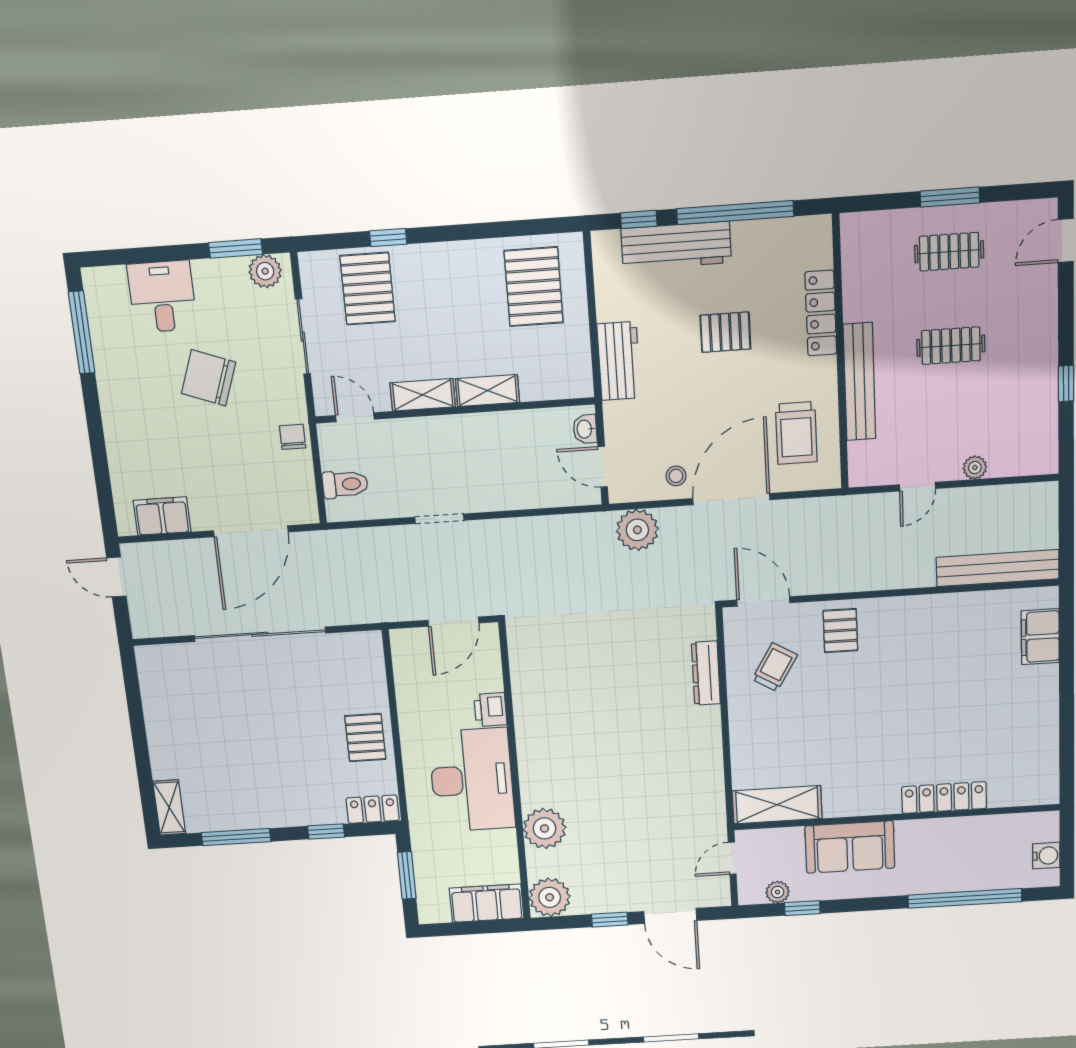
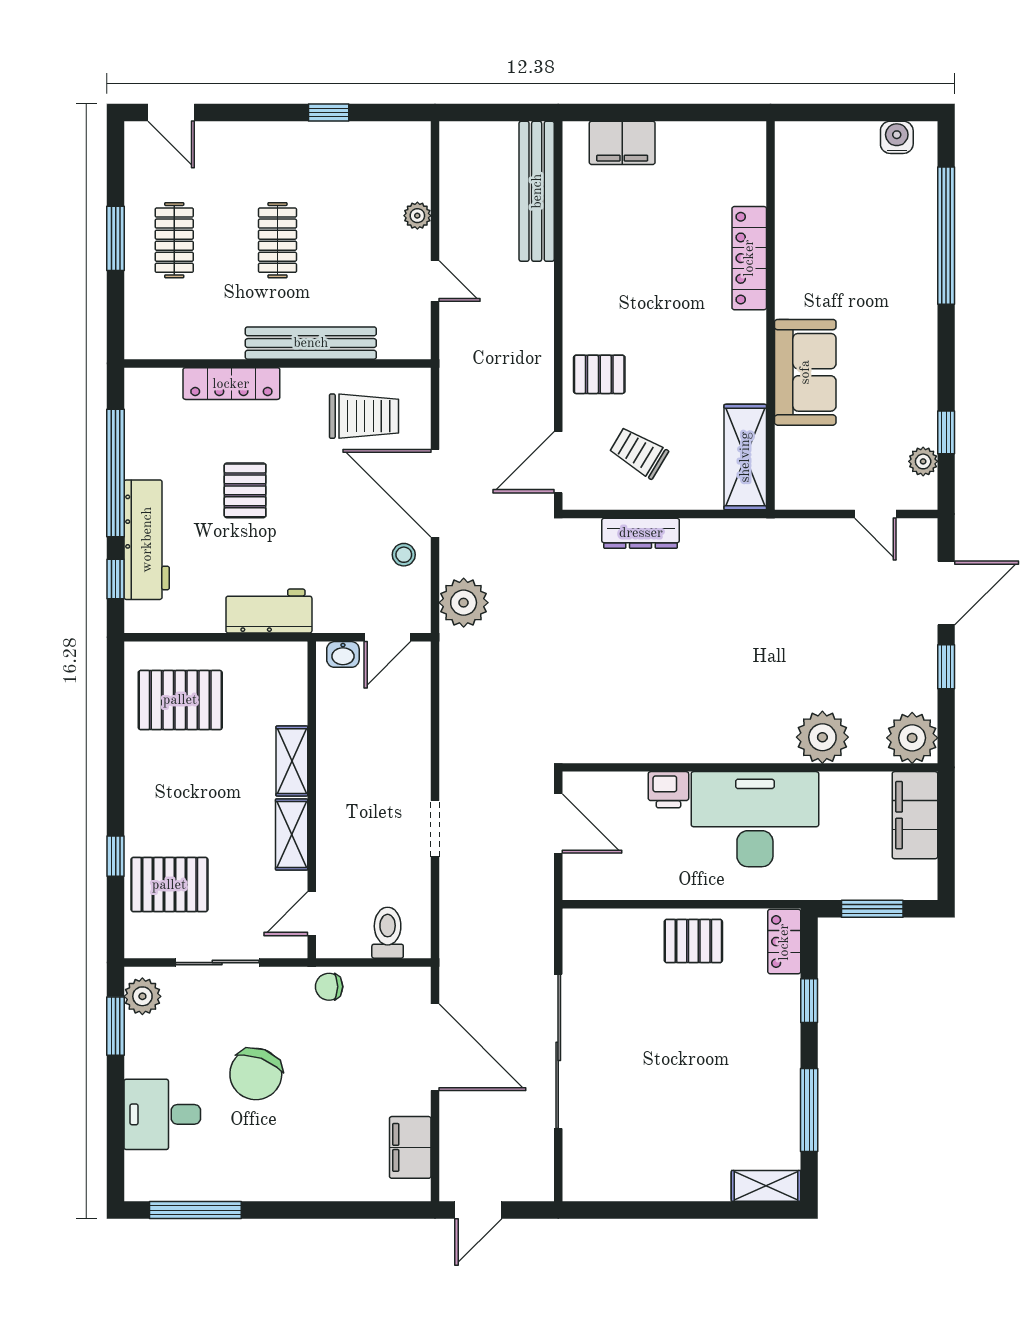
locker: (944, 798) -> (749, 258), moved
shelving: (777, 805) -> (745, 457), moved
wall: (896, 817) -> (770, 315), moved
sofa: (850, 847) -> (805, 372), moved

